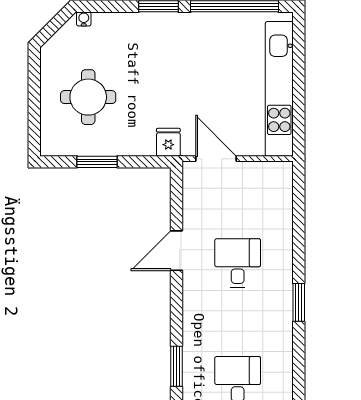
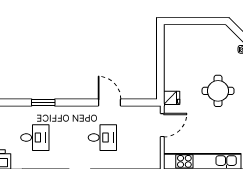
round table: (88, 97) -> (218, 91), moved
window: (97, 162) -> (160, 57), removed

